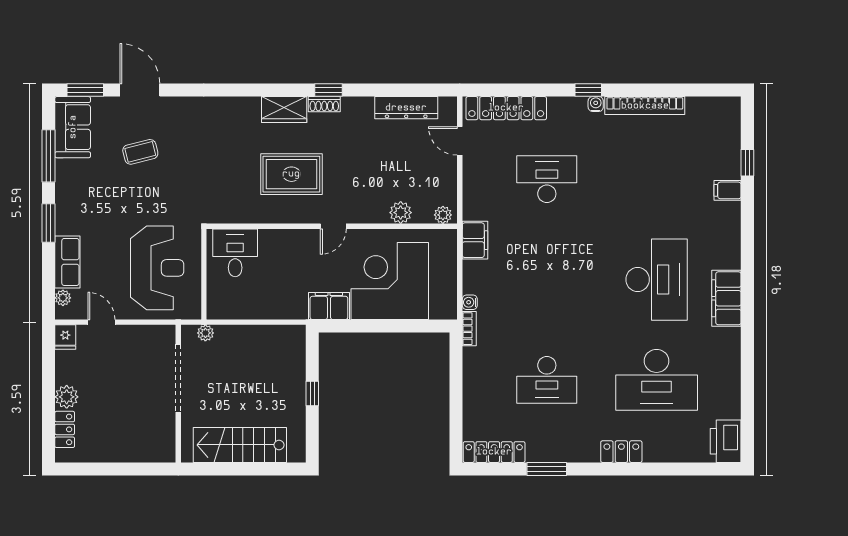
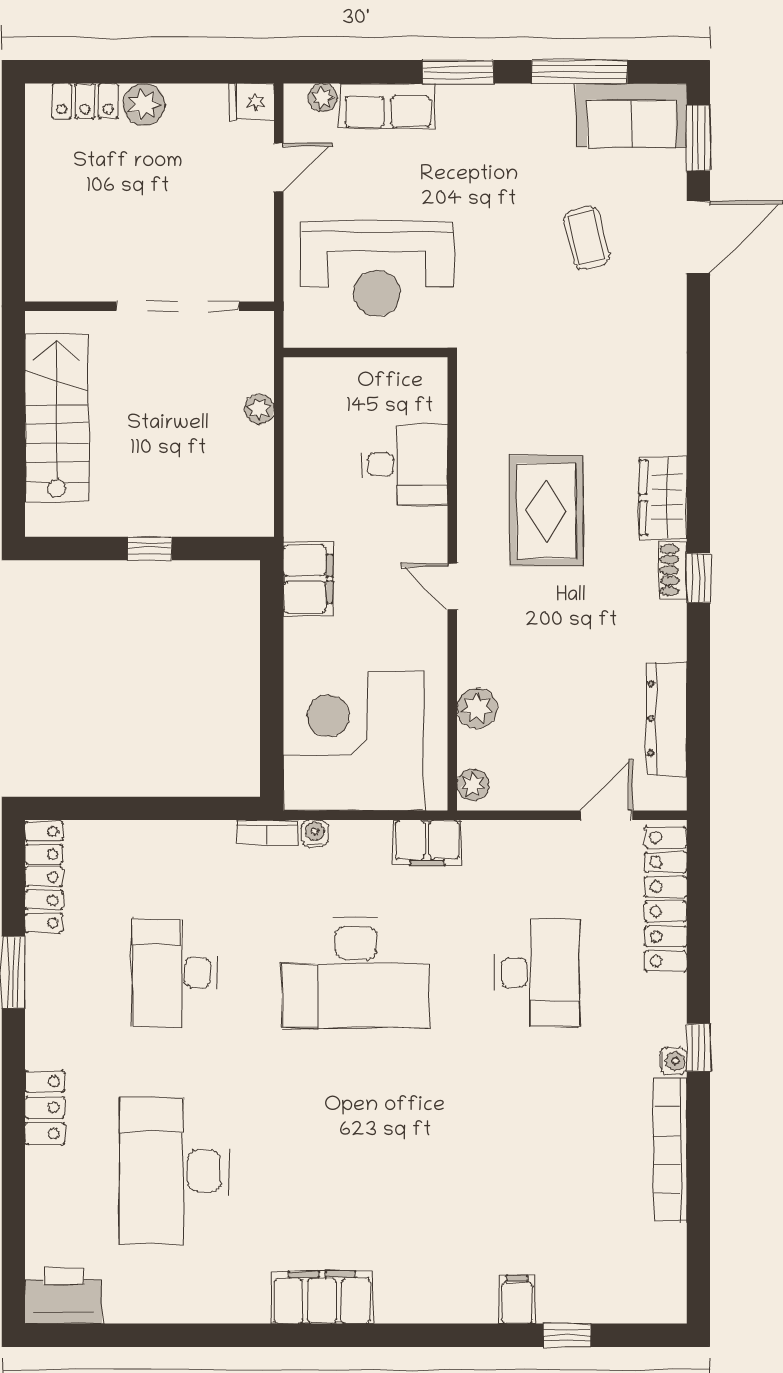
desk: (235, 253) -> (404, 465), moved
desk: (657, 280) -> (356, 973), moved
corner desk: (390, 281) -> (353, 741), moved, turned -90
plant: (205, 333) -> (259, 409), moved

